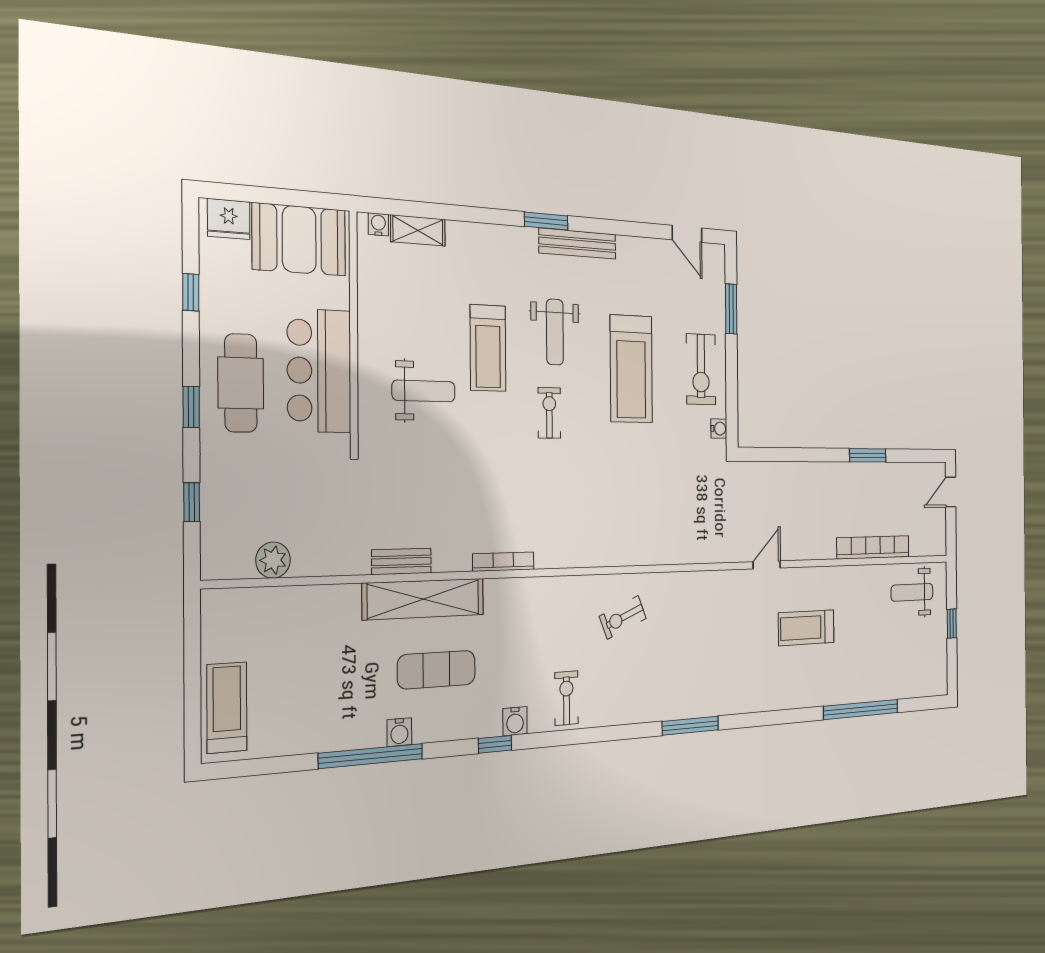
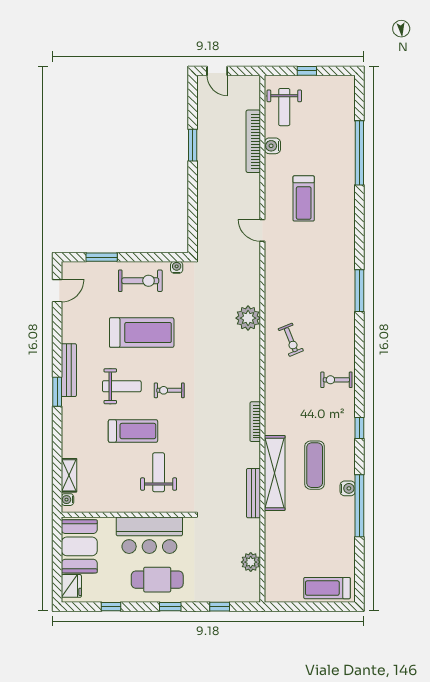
plant: (652, 545) -> (248, 318), added
bench: (402, 562) -> (253, 493), width x1.36
water cooler: (515, 721) -> (272, 146), moved, turned 180

